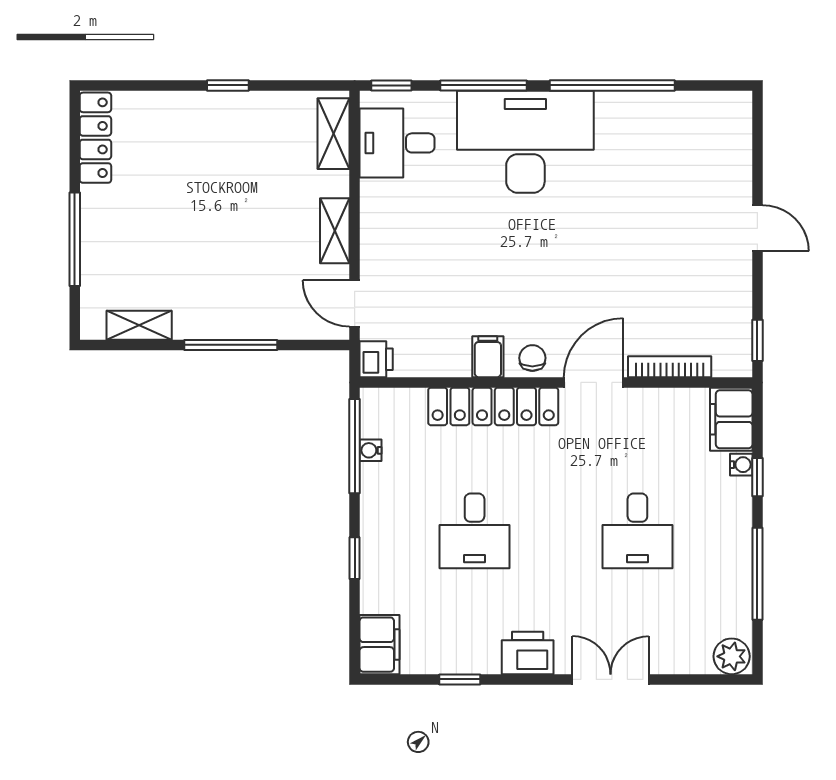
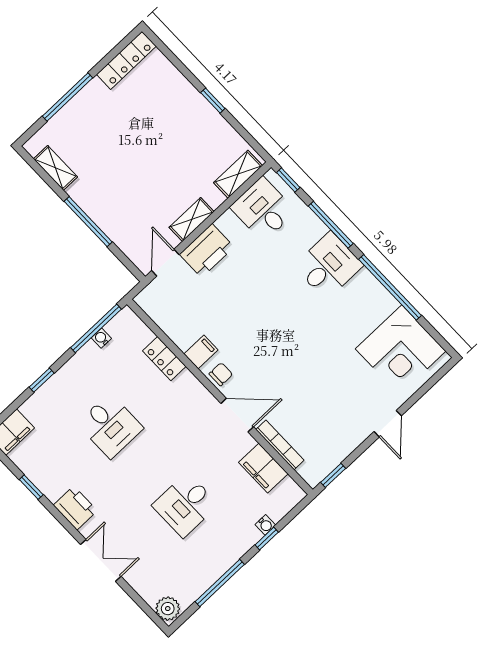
corner desk: (691, 138) -> (401, 350), added
desk: (525, 142) -> (328, 266), width x0.53, depth x0.77
printer: (376, 359) -> (207, 251), moved, width x1.87, depth x1.48
locker: (493, 406) -> (164, 359), width x0.46, depth x0.83
filing cabinet: (731, 419) -> (263, 468), moved, turned -90
desk: (475, 531) -> (110, 426), turned -90

